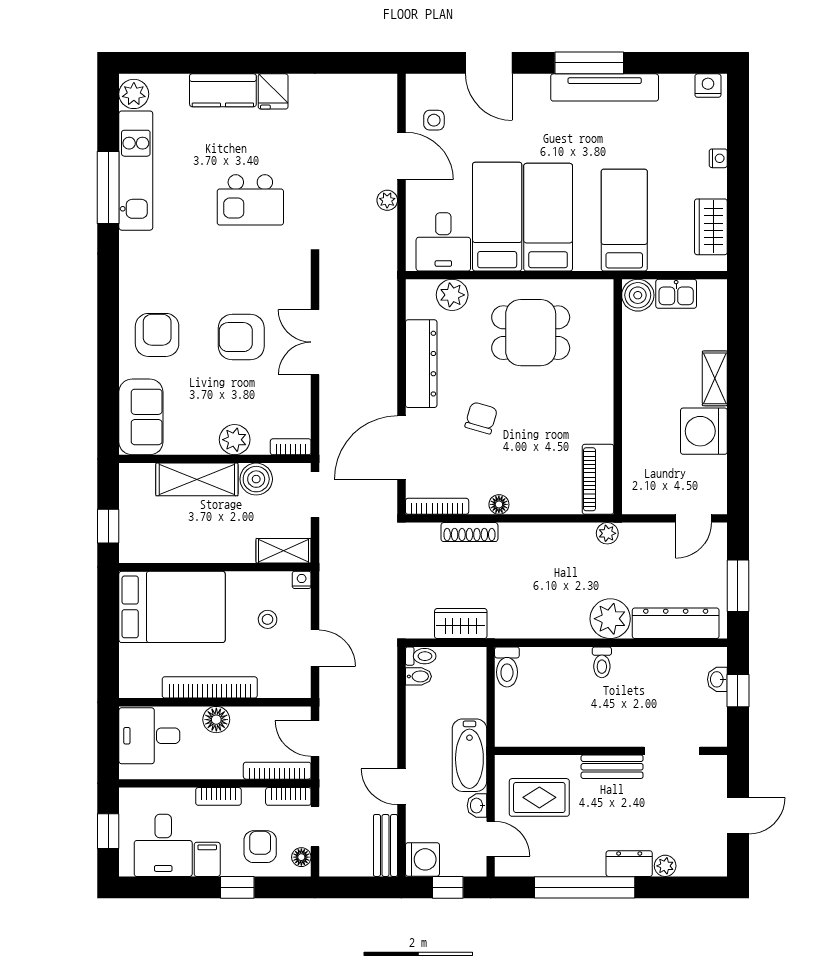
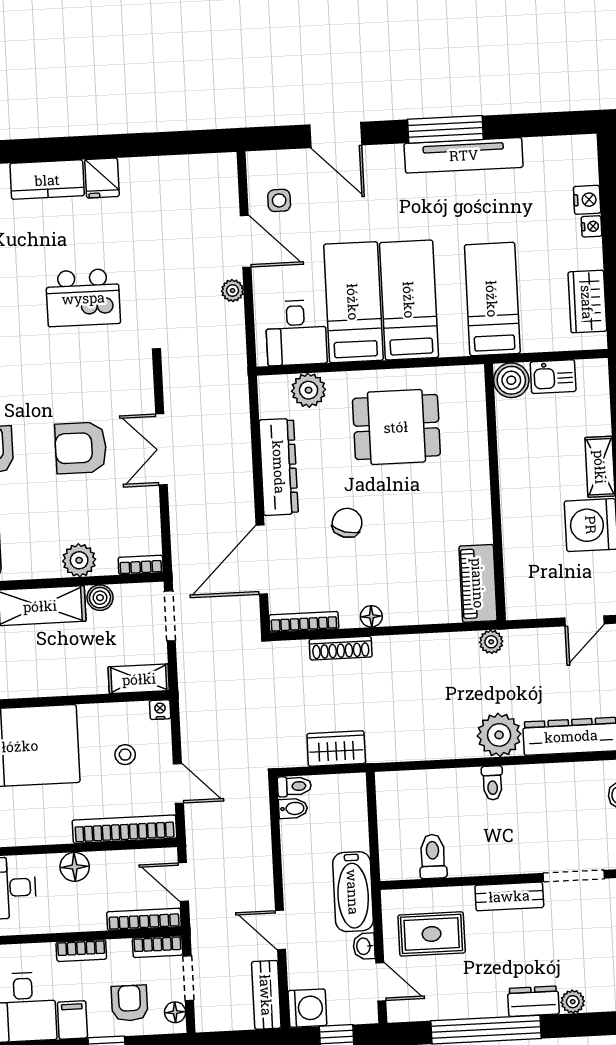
nightstand: (708, 86) -> (587, 200), moved, turned 90
boiler: (256, 479) -> (100, 598), width x0.73, depth x0.73
toilet: (507, 667) -> (433, 856), moved, turned 180
bookcase: (210, 687) -> (124, 829), moved

